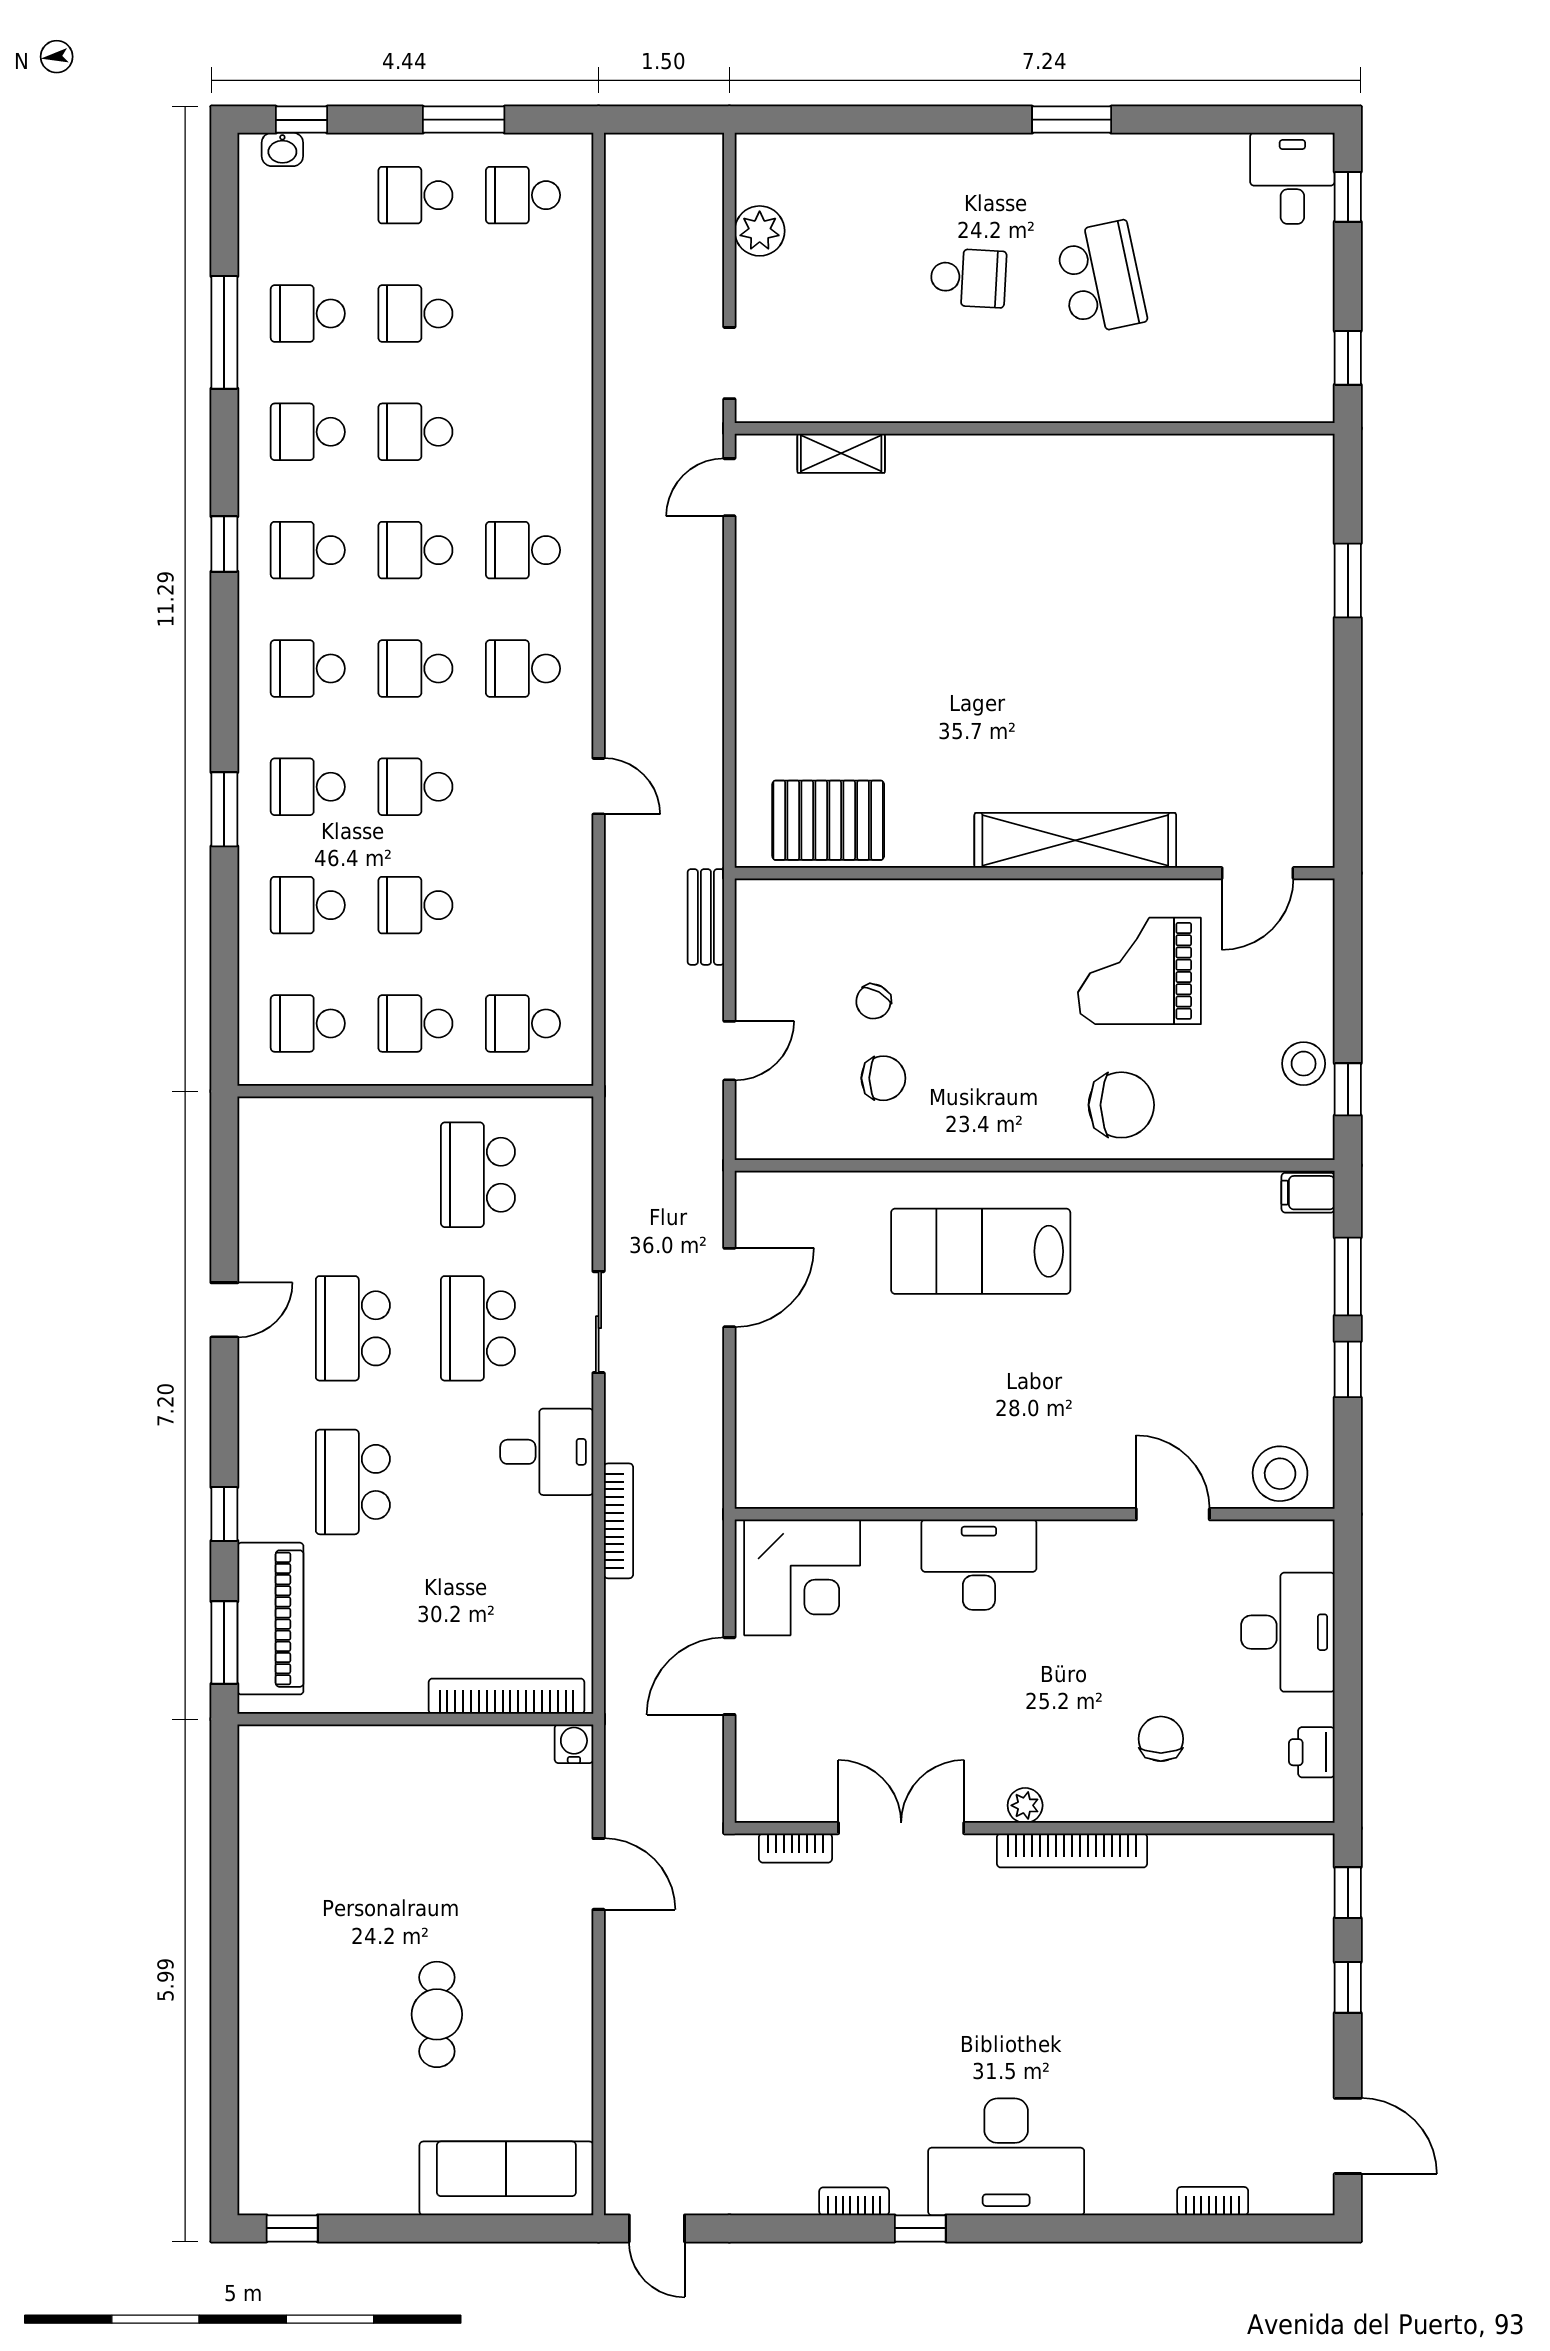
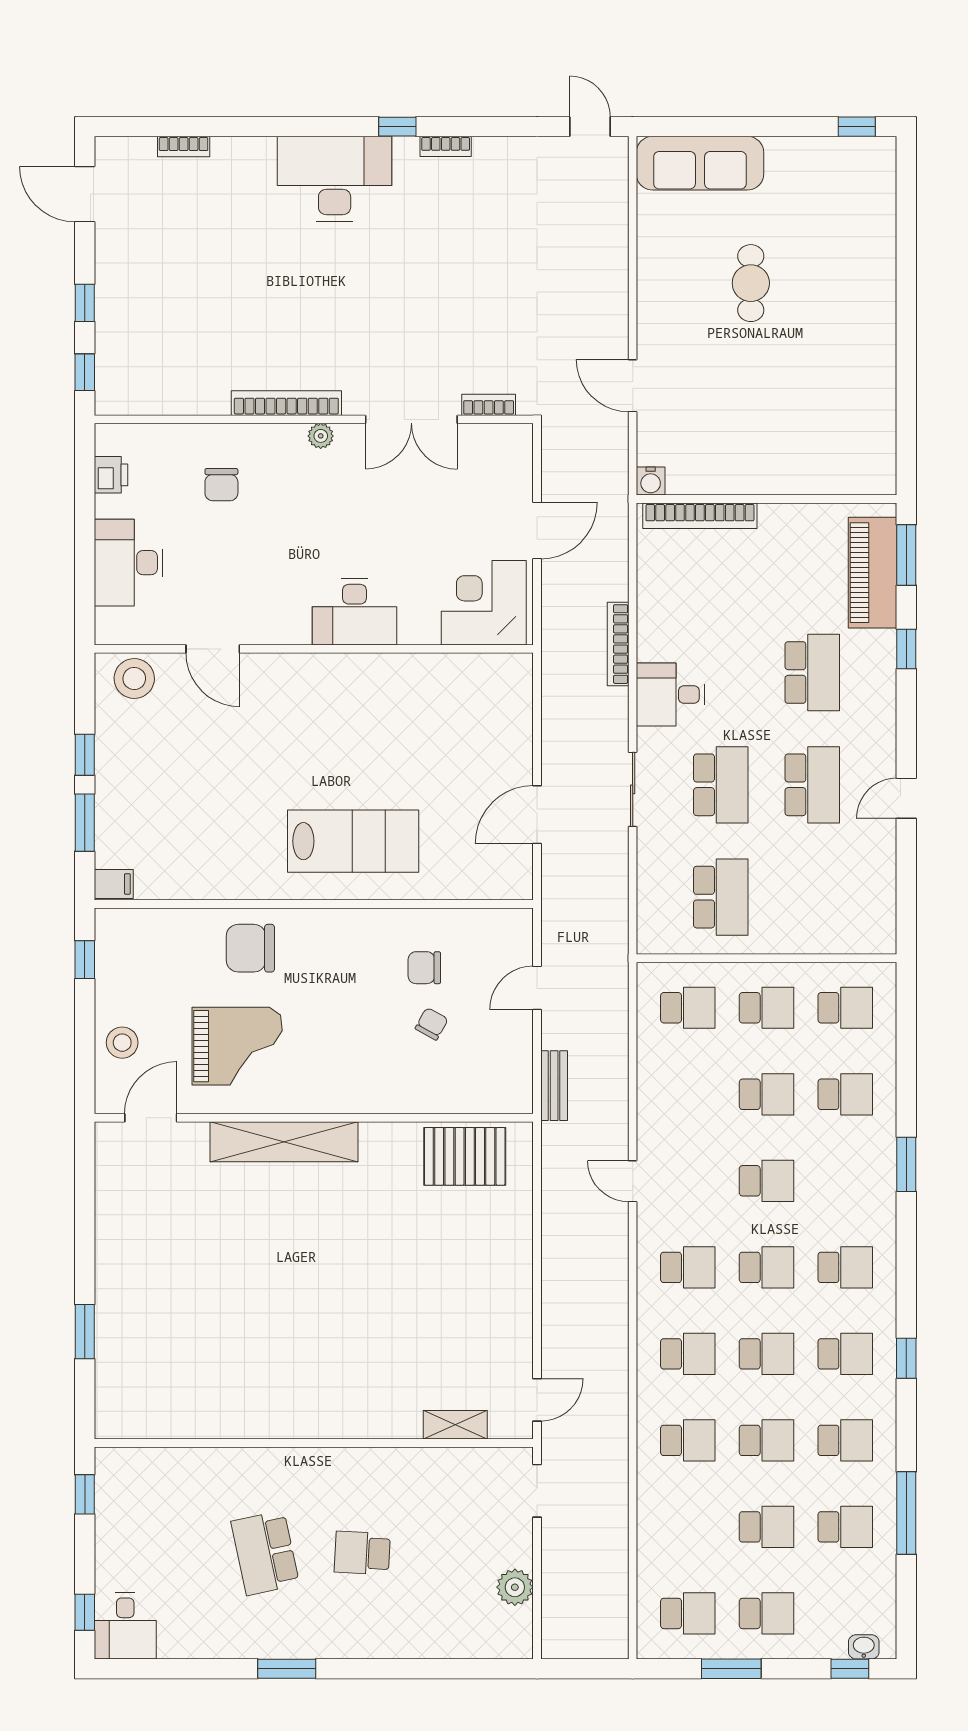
school desk: (308, 787) -> (688, 1440), moved
stool: (1304, 1064) -> (122, 1043), moved

